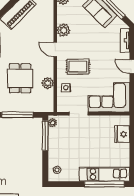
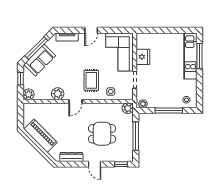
plant: (48, 83) -> (128, 108), moved
fridge: (122, 134) -> (143, 57), moved, turned -90
window: (45, 136) -> (169, 111), moved
window: (104, 184) -> (200, 56), width x0.68

